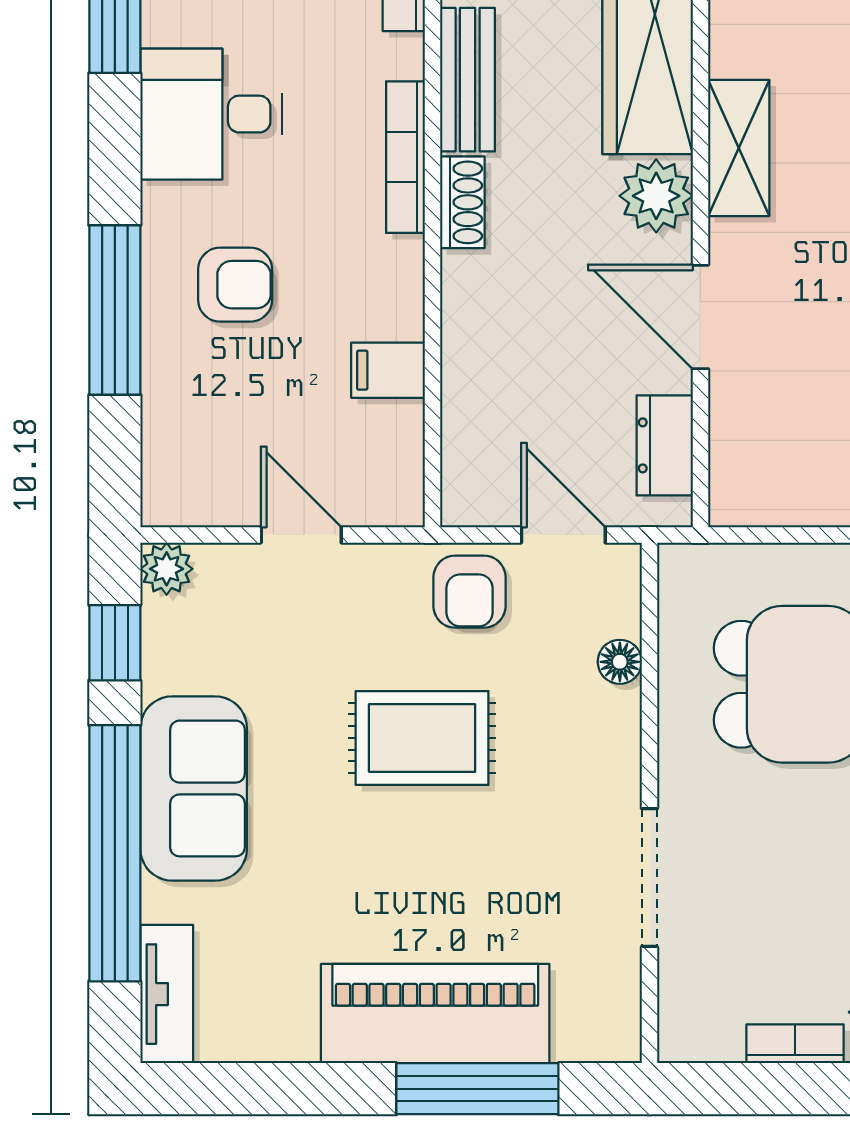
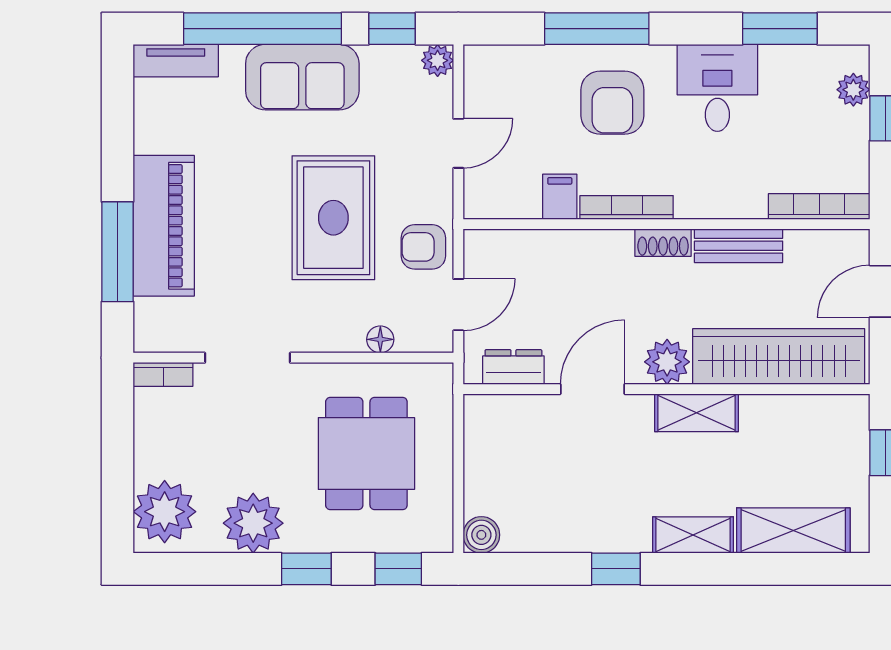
bookcase: (405, 157) -> (627, 208), moved
armchair: (235, 285) -> (612, 103), width x1.38, depth x1.38
rug: (422, 738) -> (333, 218), width x1.36, depth x1.43
bookcase: (795, 1044) -> (163, 374), moved, turned 90

